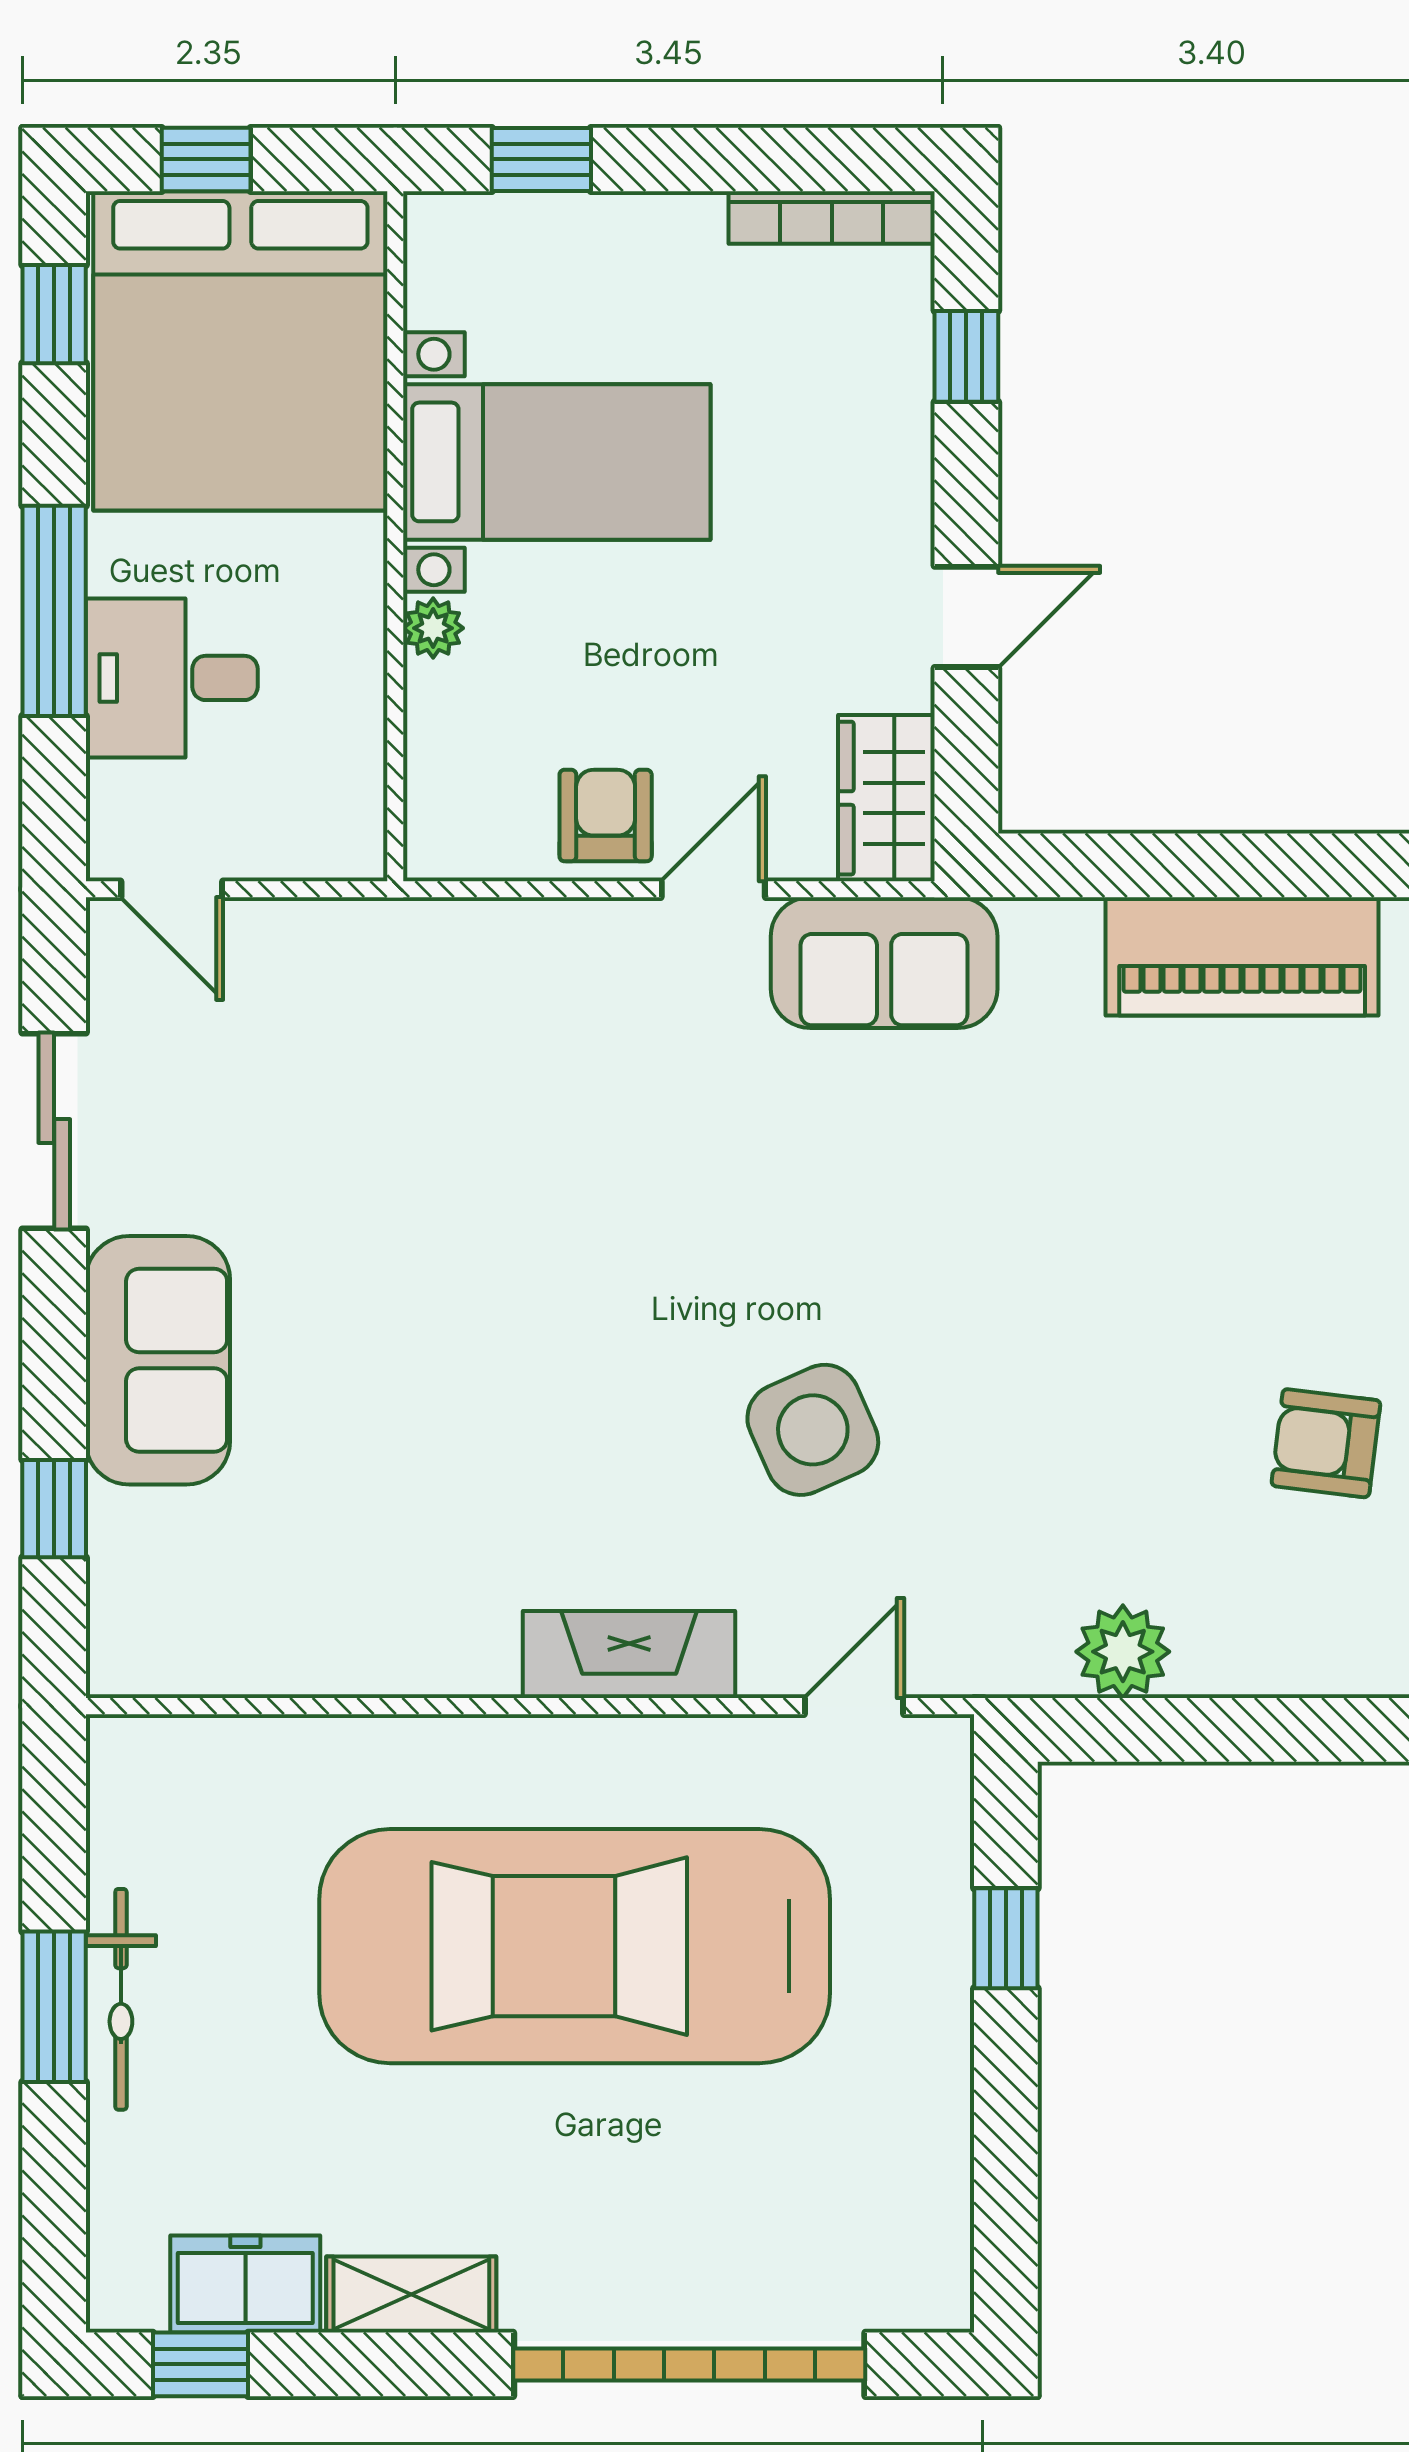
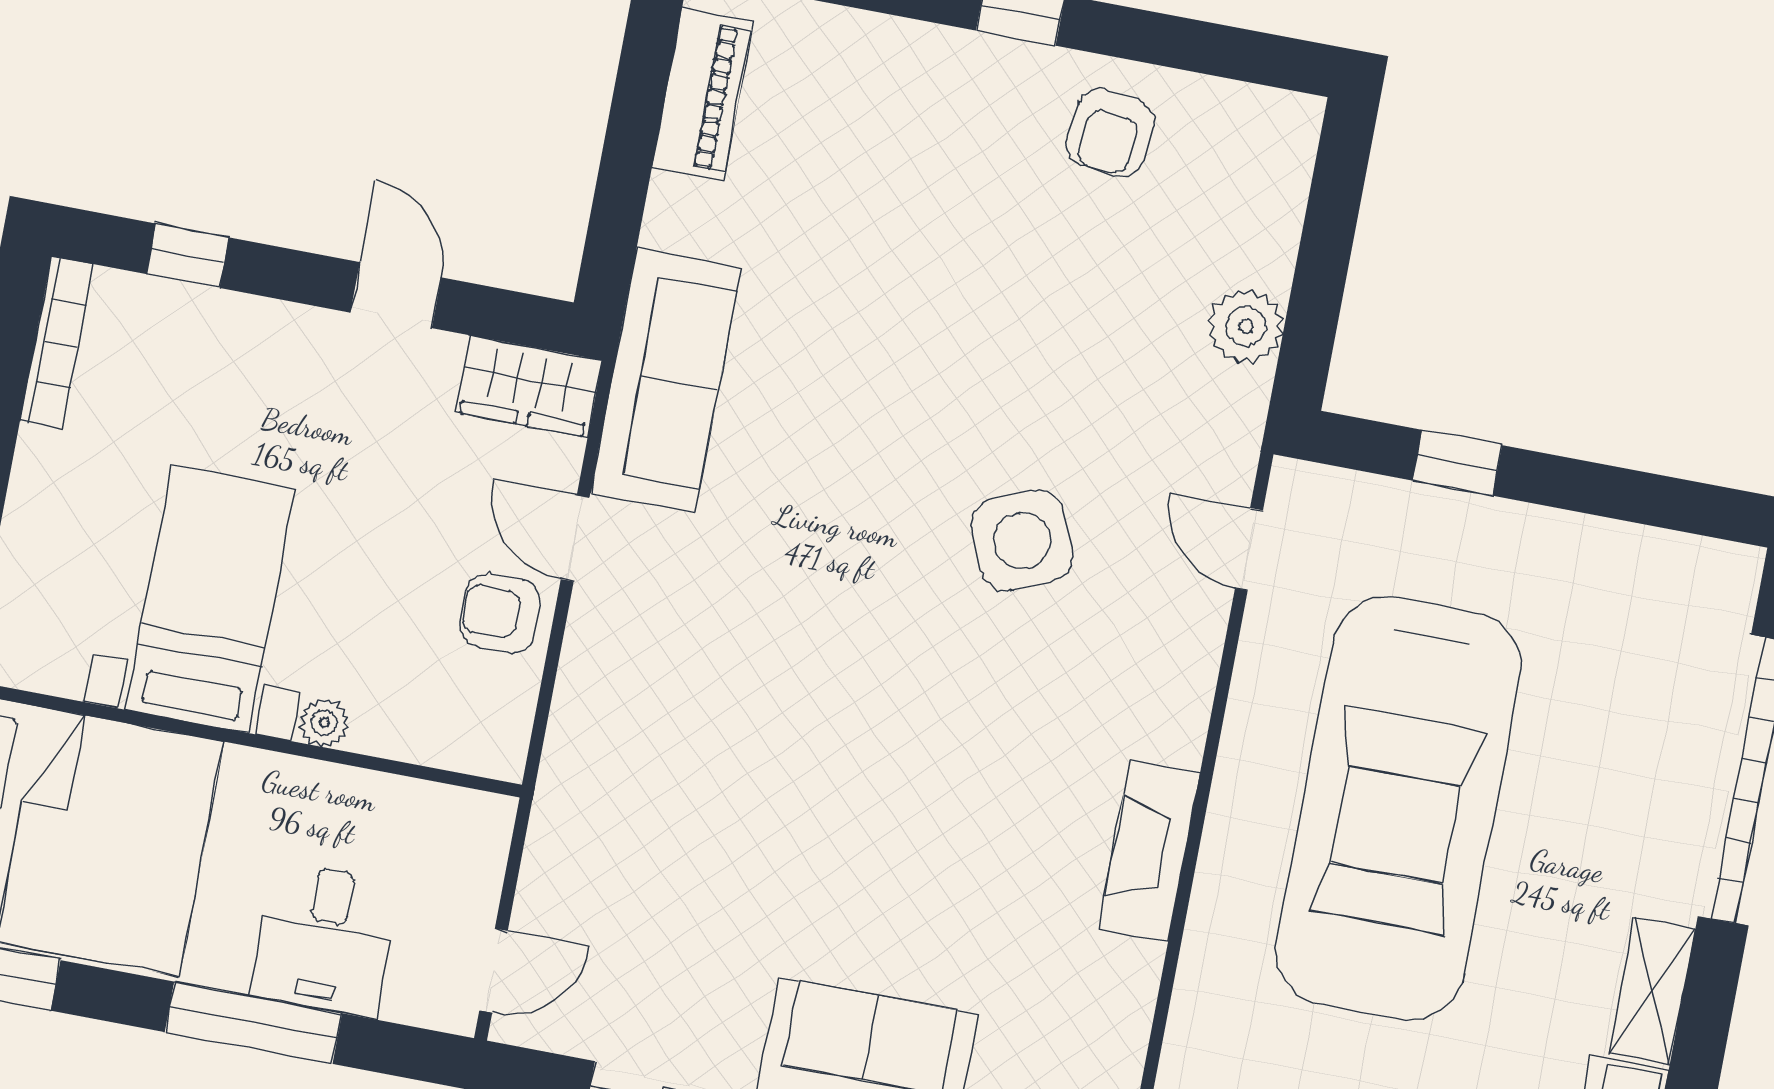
piano: (1242, 956) -> (702, 95), width x0.73, depth x0.75
sofa: (884, 963) -> (666, 380), width x1.36
fireplace: (629, 1655) -> (1149, 851), moved

